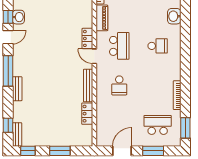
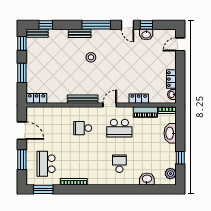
locker: (87, 38) -> (139, 99), moved
school desk: (158, 46) -> (119, 164), turned 180
stool: (43, 77) -> (91, 57), added
locker: (87, 114) -> (37, 98), moved
school desk: (158, 125) -> (46, 164), turned 180

